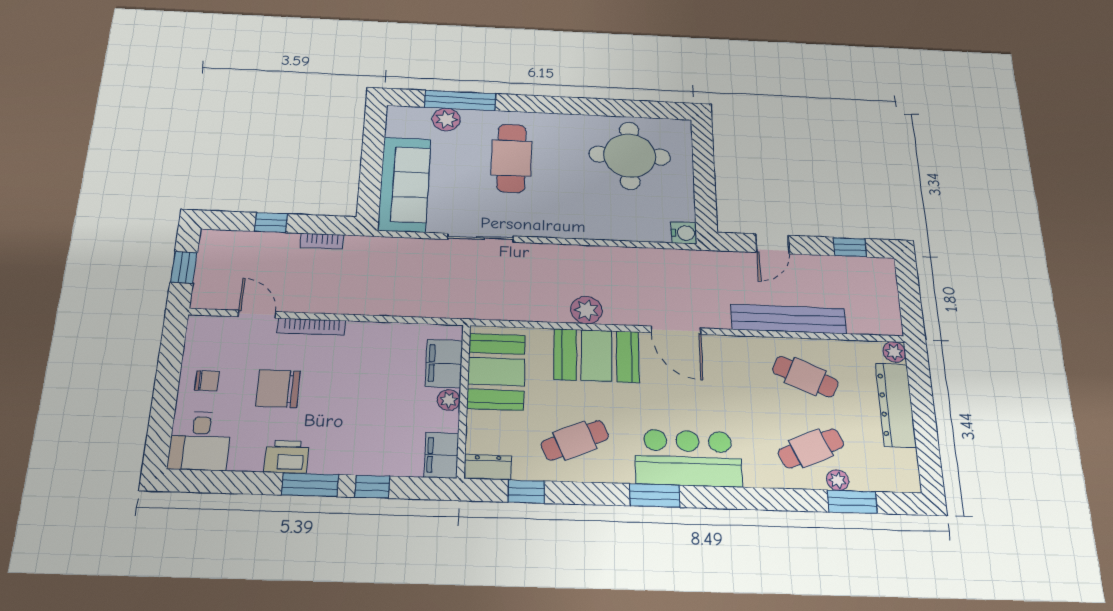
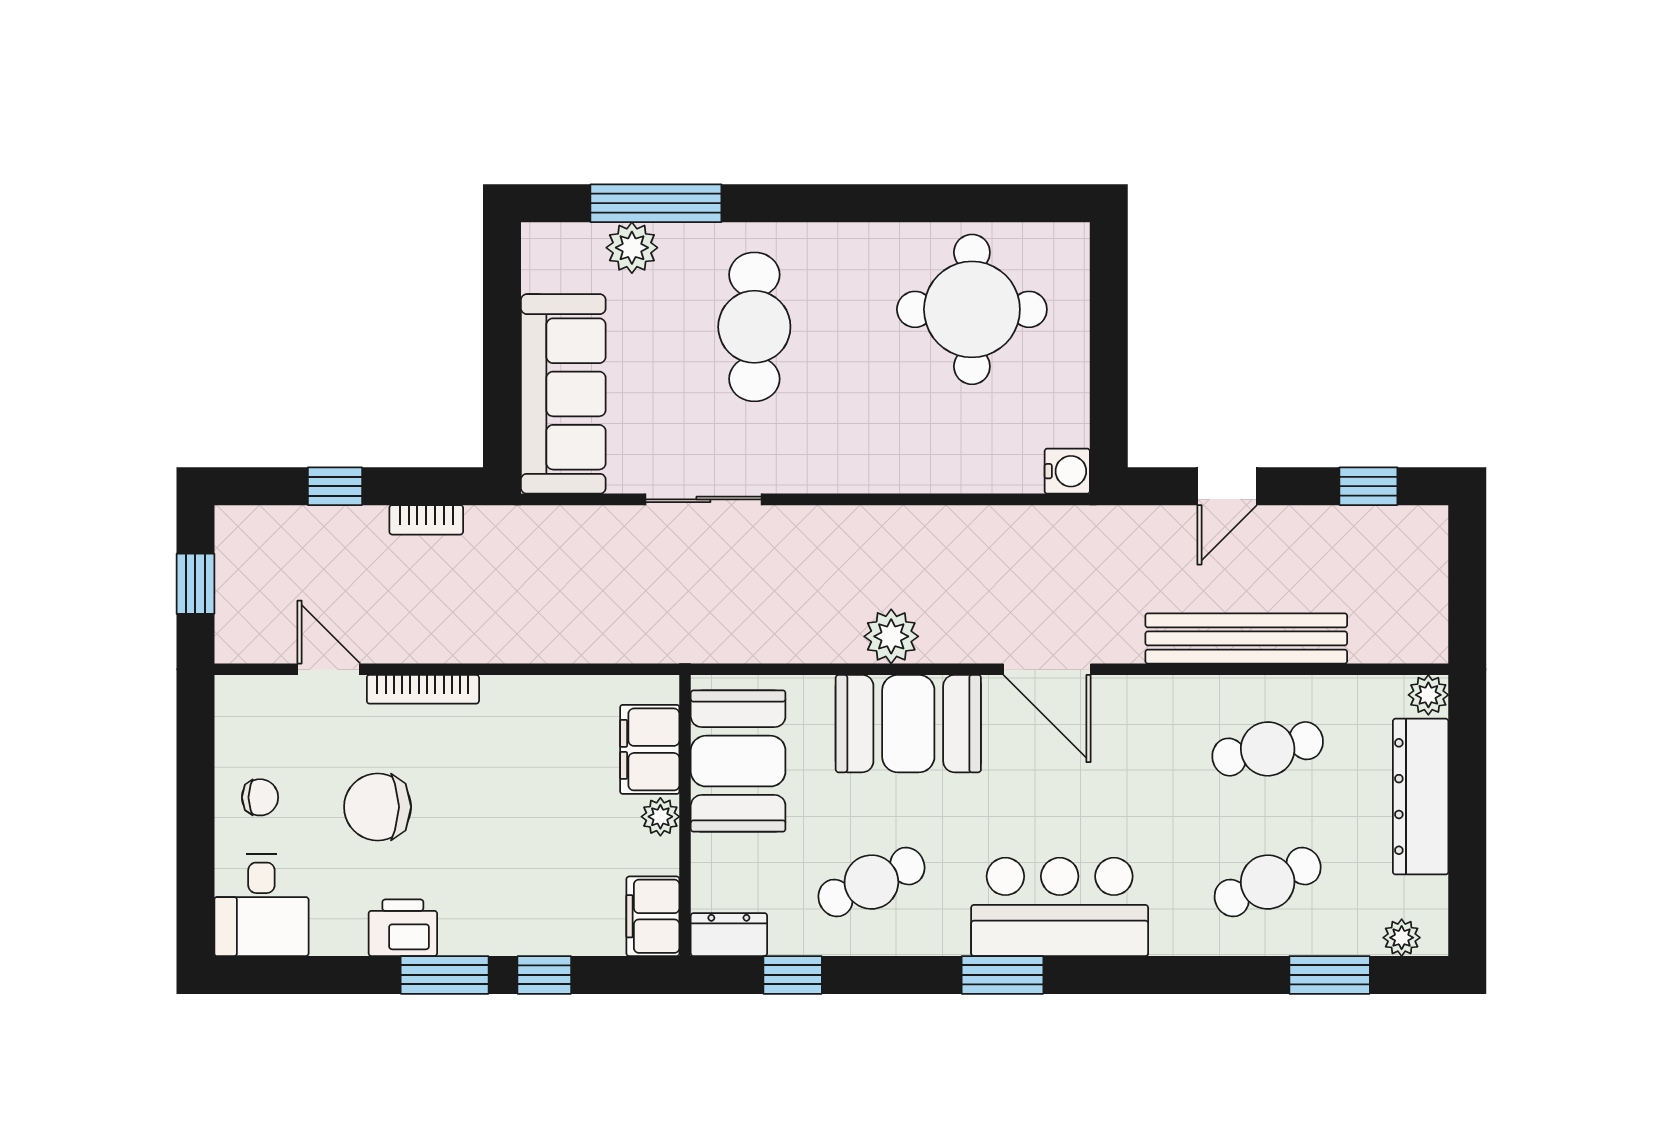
cafe table: (805, 377) -> (1268, 749), turned -36
plant: (838, 480) -> (1402, 938), moved

